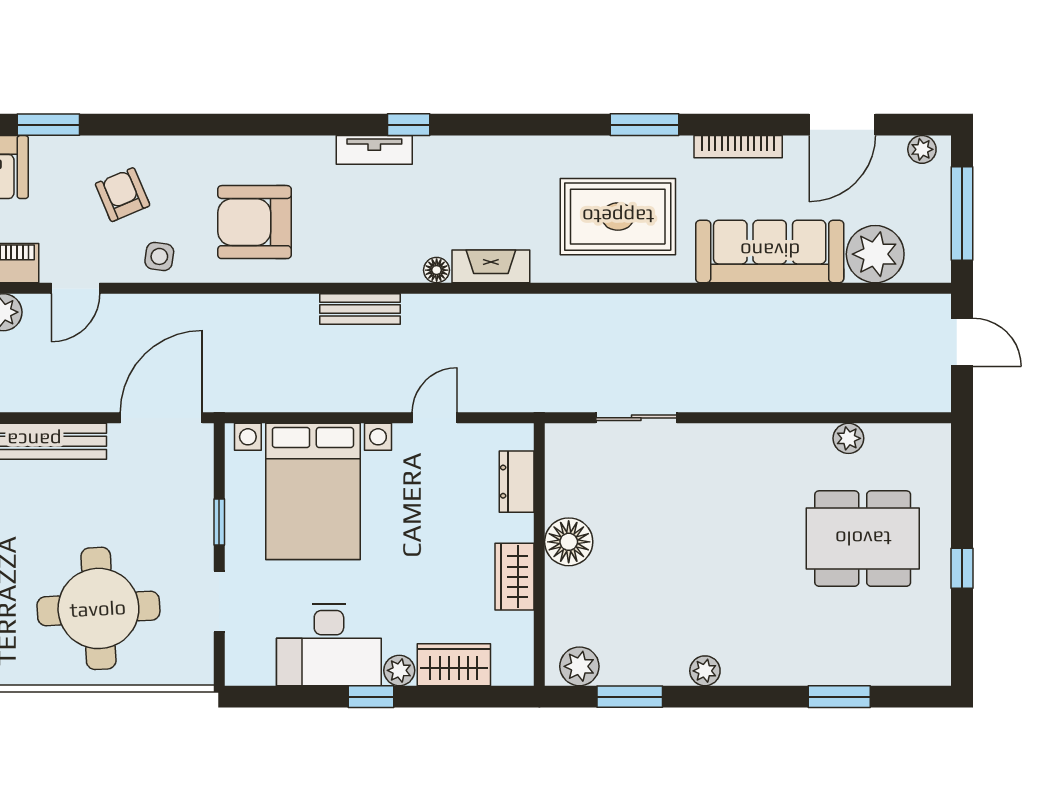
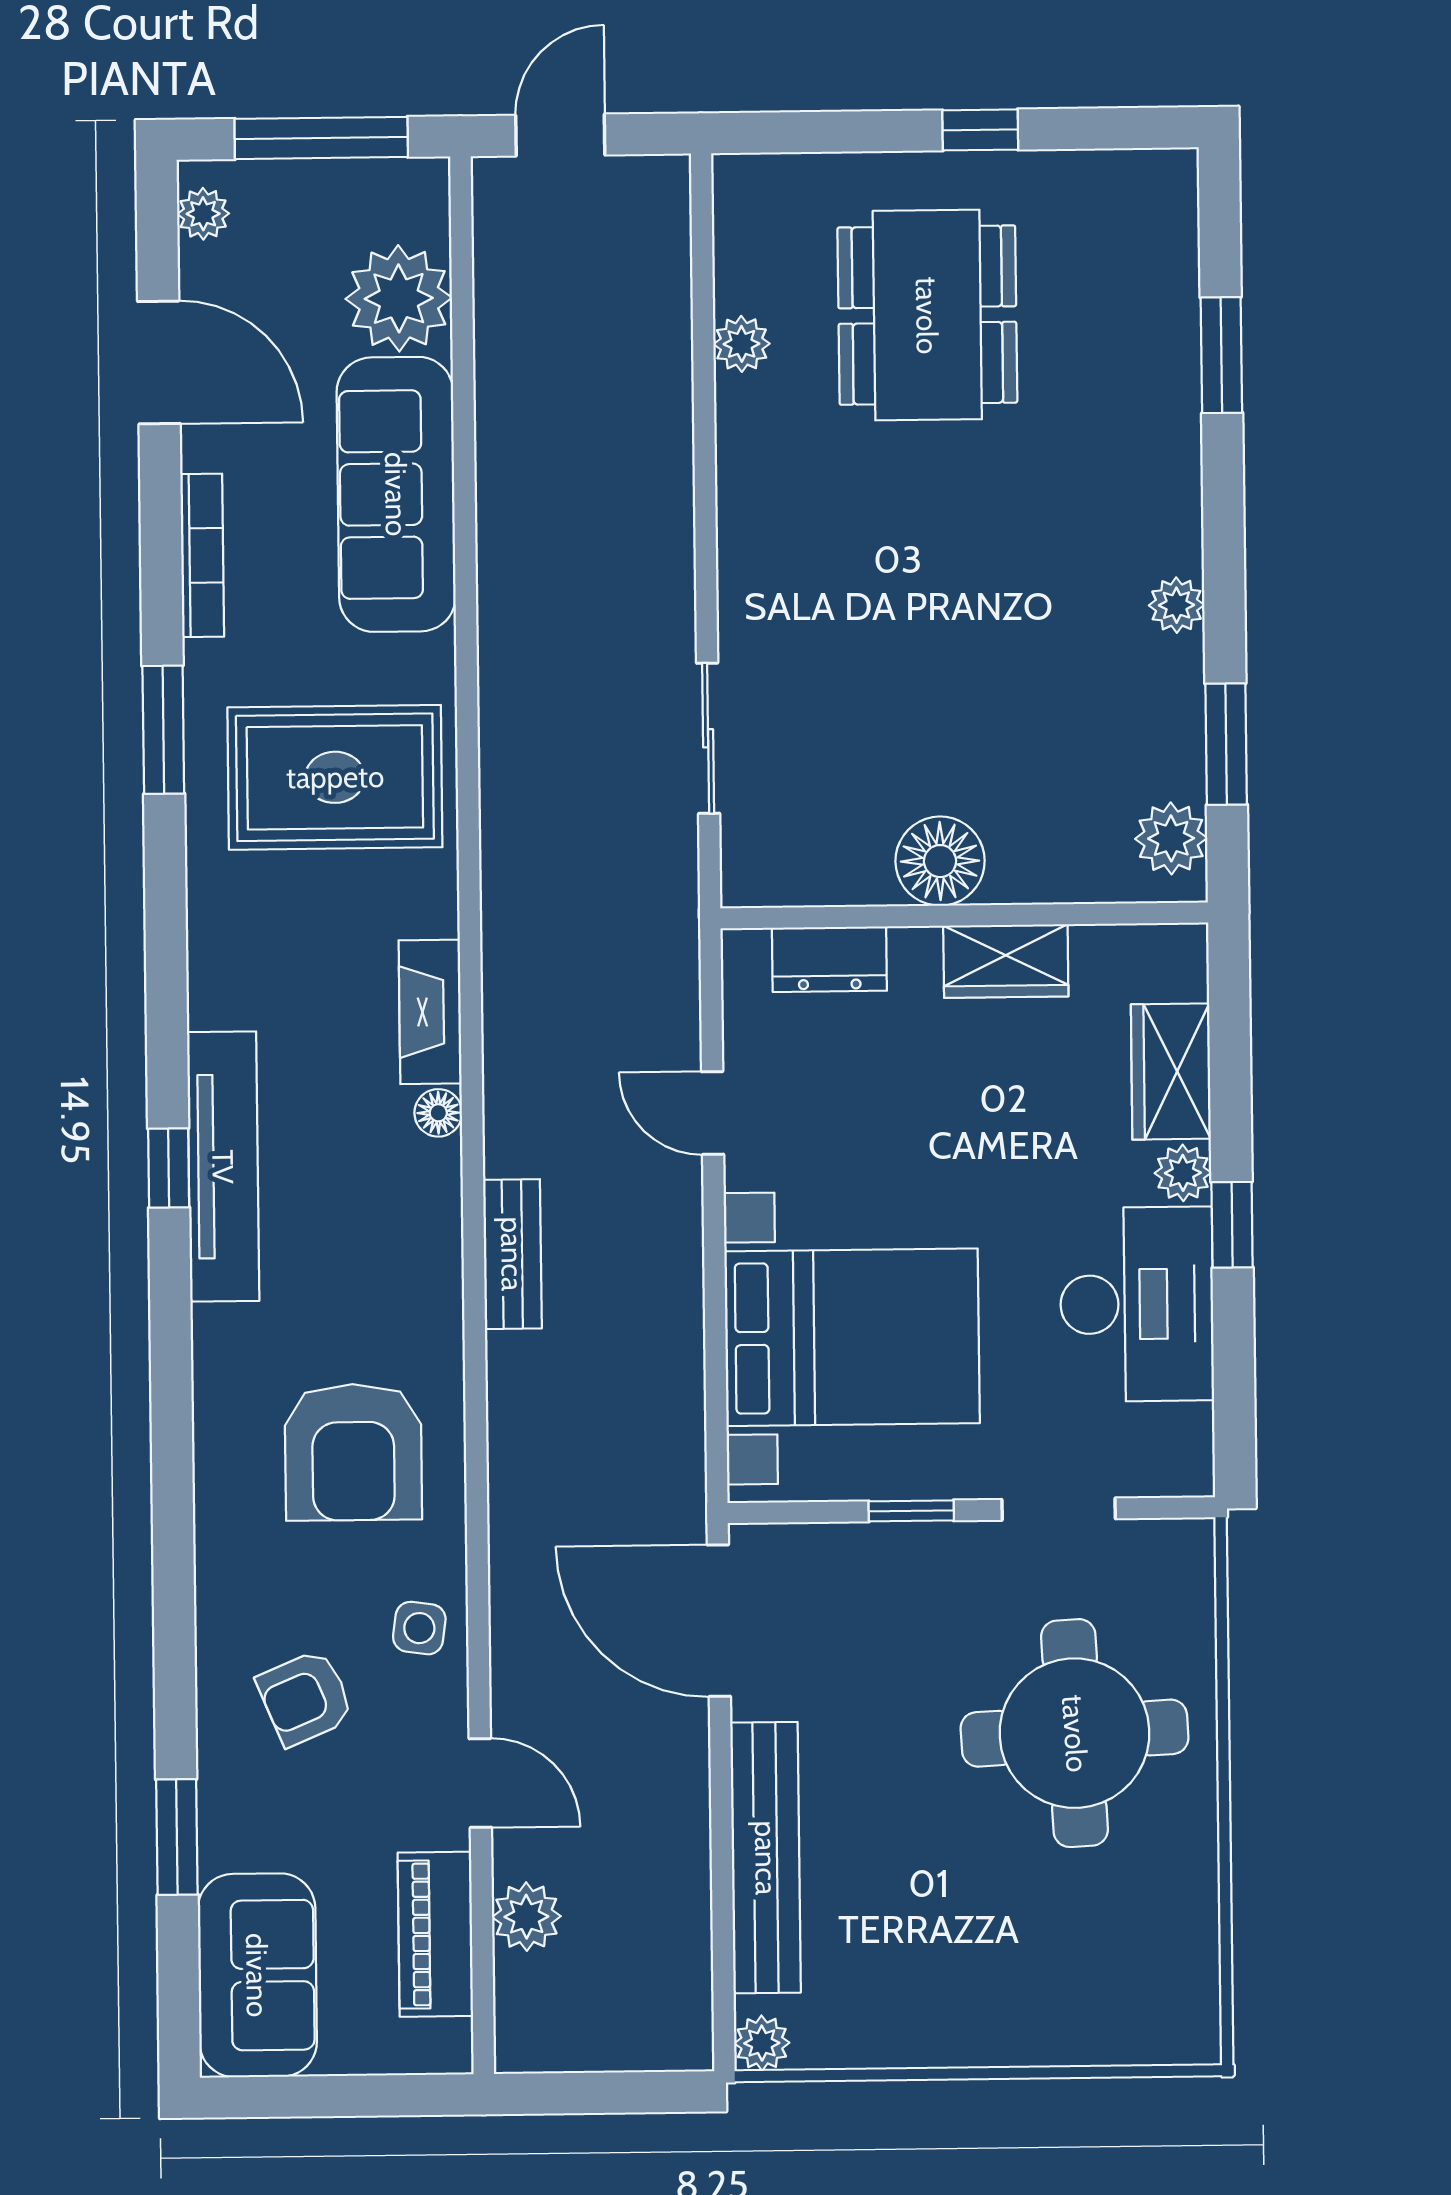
tv unit: (374, 150) -> (223, 1167), width x1.92, depth x1.29
rug: (618, 217) -> (335, 777), turned 90

